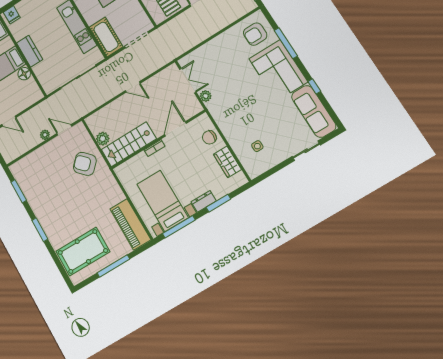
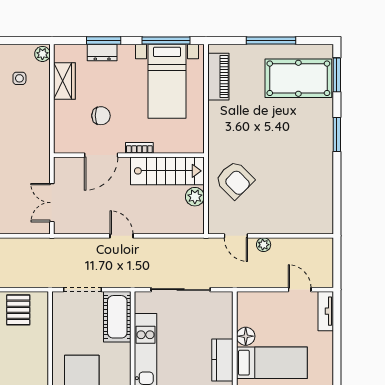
plant: (206, 96) -> (42, 54), moved
chair: (209, 137) -> (101, 116), moved
window: (19, 191) -> (337, 75), moved
dresser: (204, 201) -> (102, 52), moved
piano: (130, 224) -> (218, 77), width x0.73, depth x0.75

